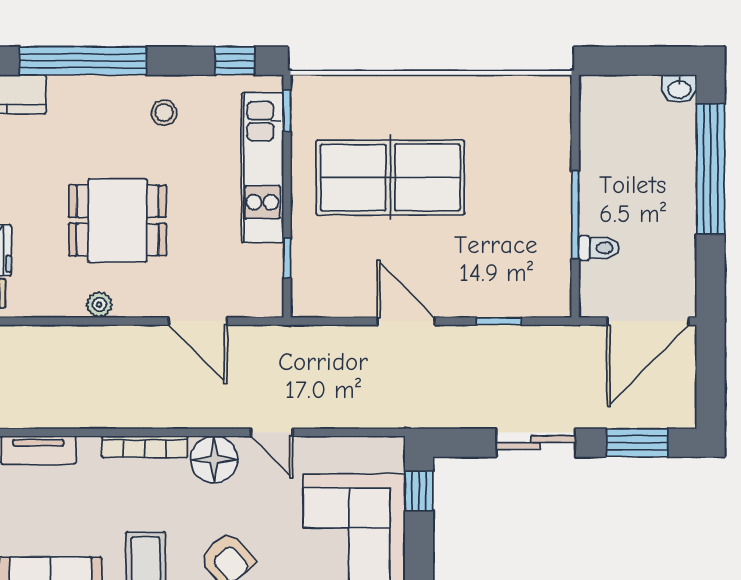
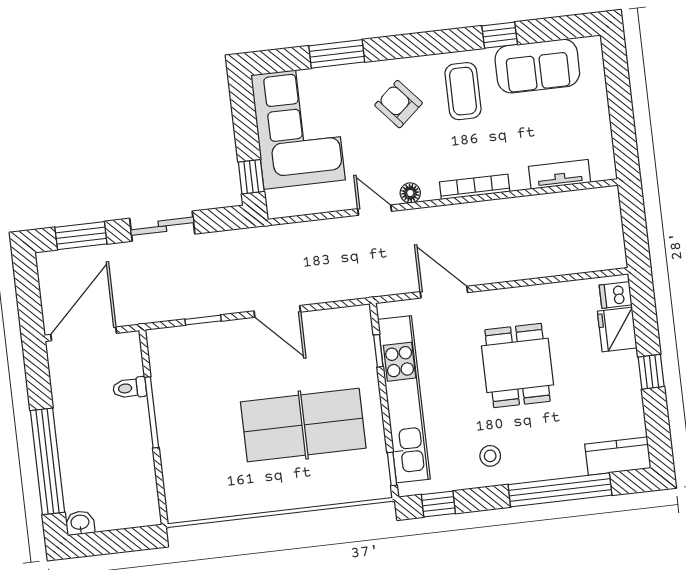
kitchen unit: (262, 168) -> (404, 399), width x1.36
dining table: (118, 220) -> (518, 365), turned 90
plant: (99, 305) -> (524, 296), removed
floor lamp: (214, 459) -> (410, 193), width x0.53, depth x0.53

